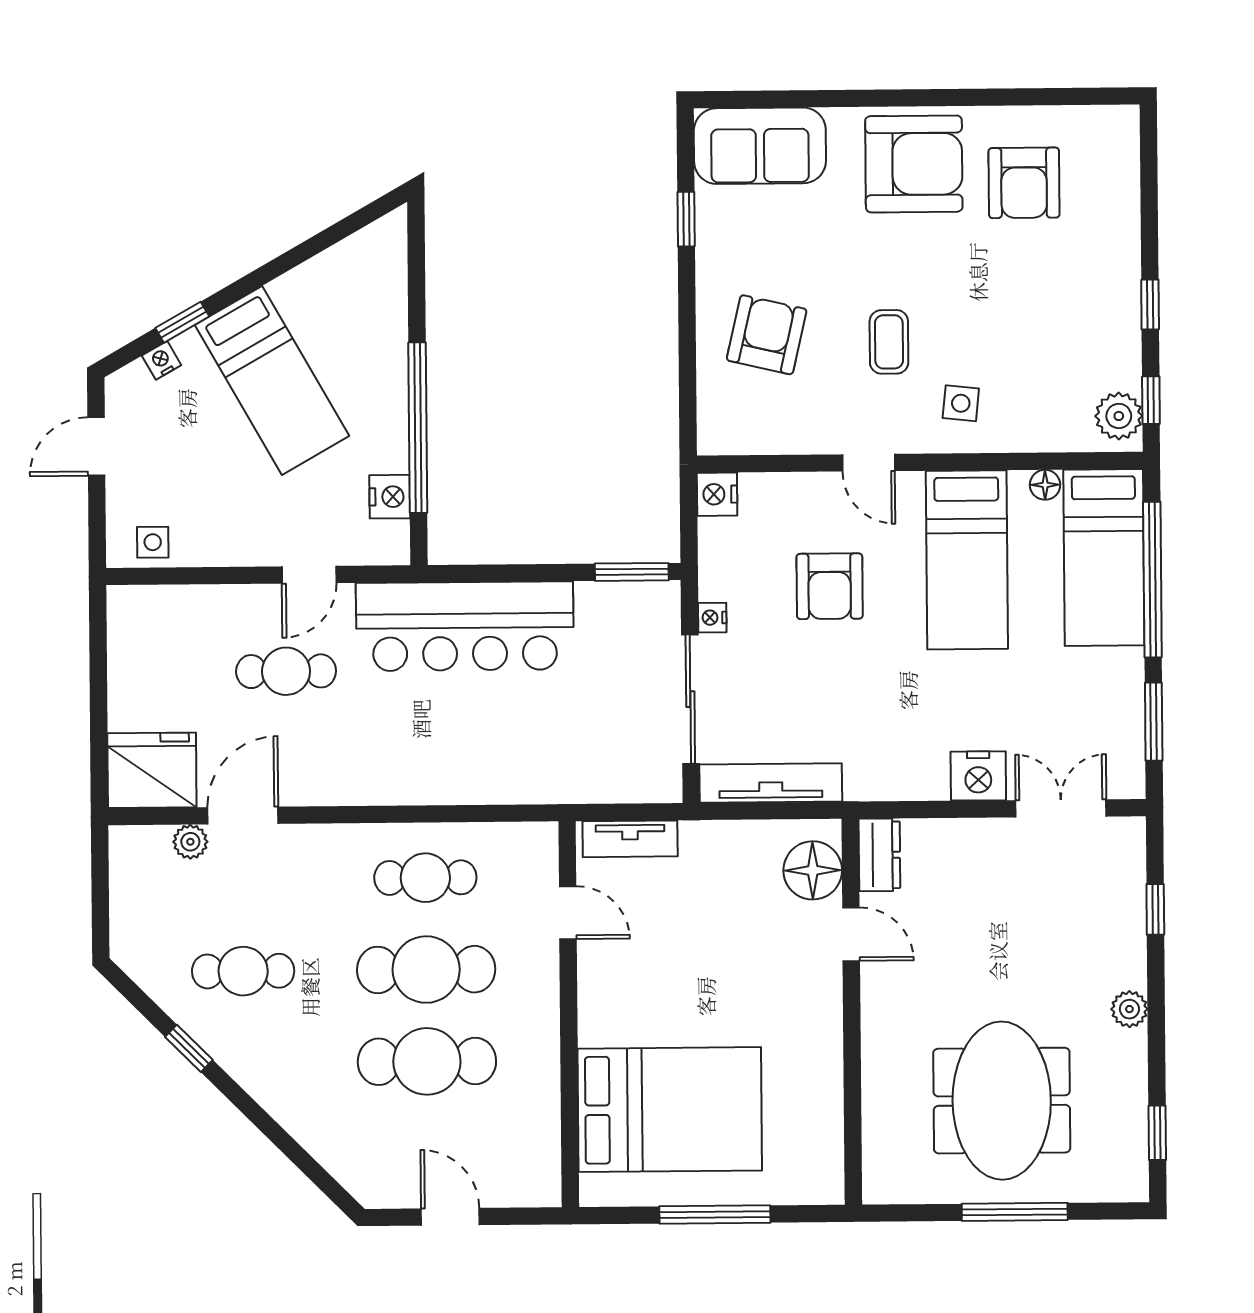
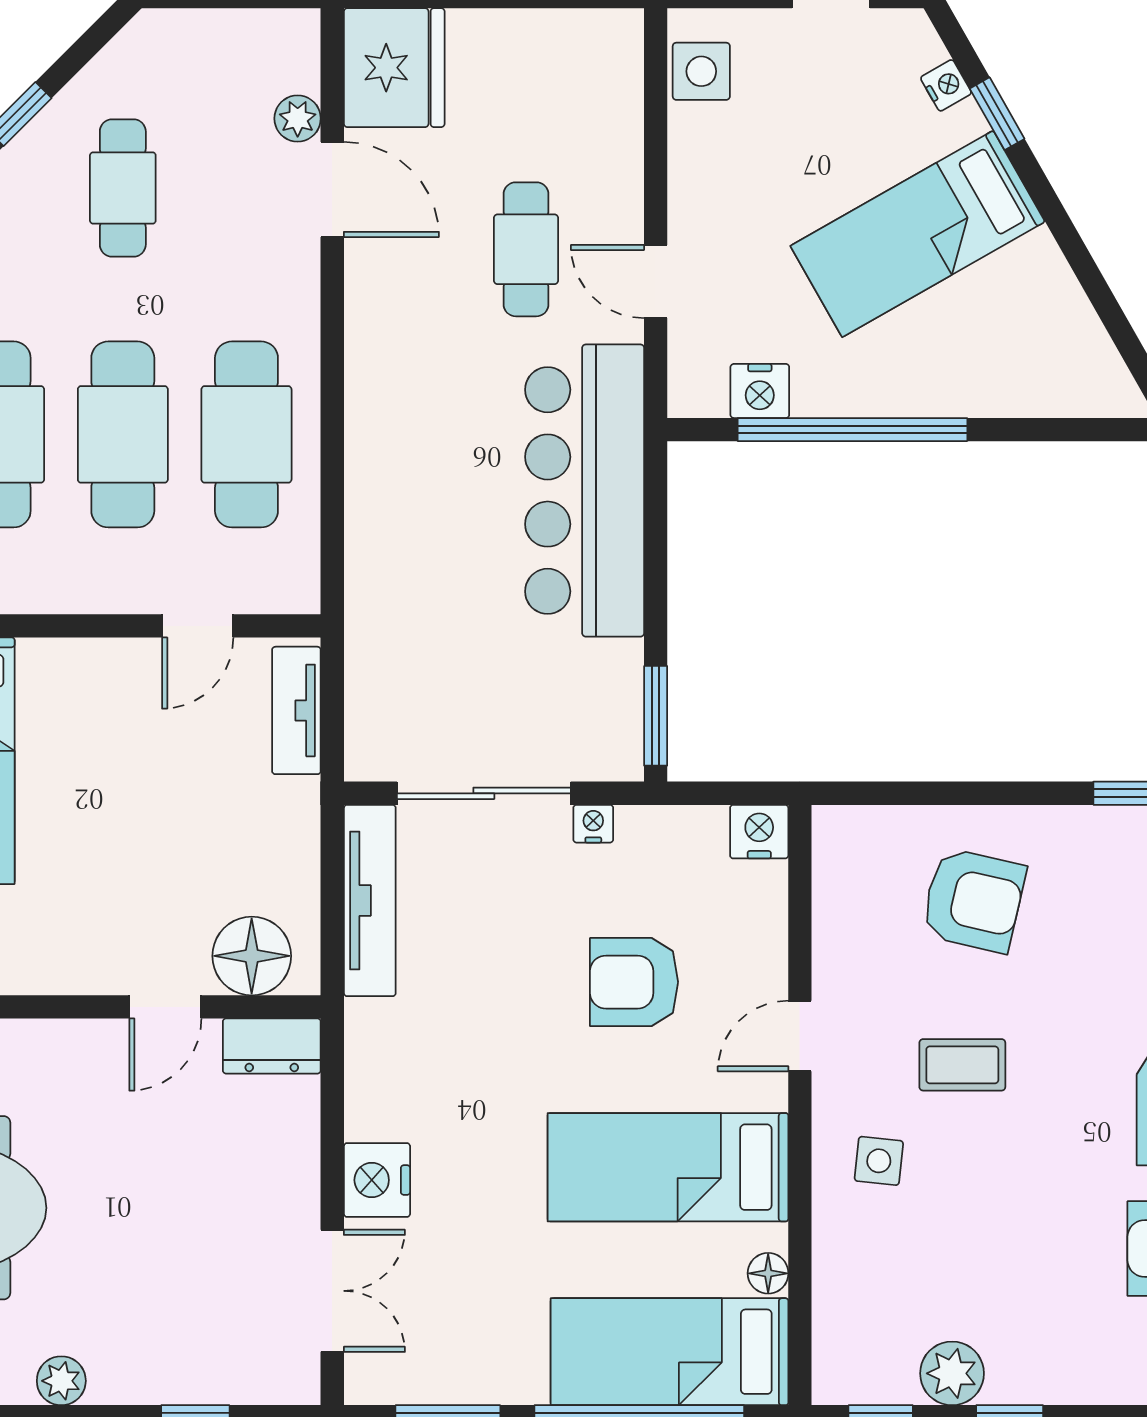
plant: (1119, 416) -> (952, 1373), moved
side table: (153, 542) -> (701, 71), width x1.37, depth x1.37
cafe table: (425, 878) -> (246, 434), width x1.37, depth x1.35

